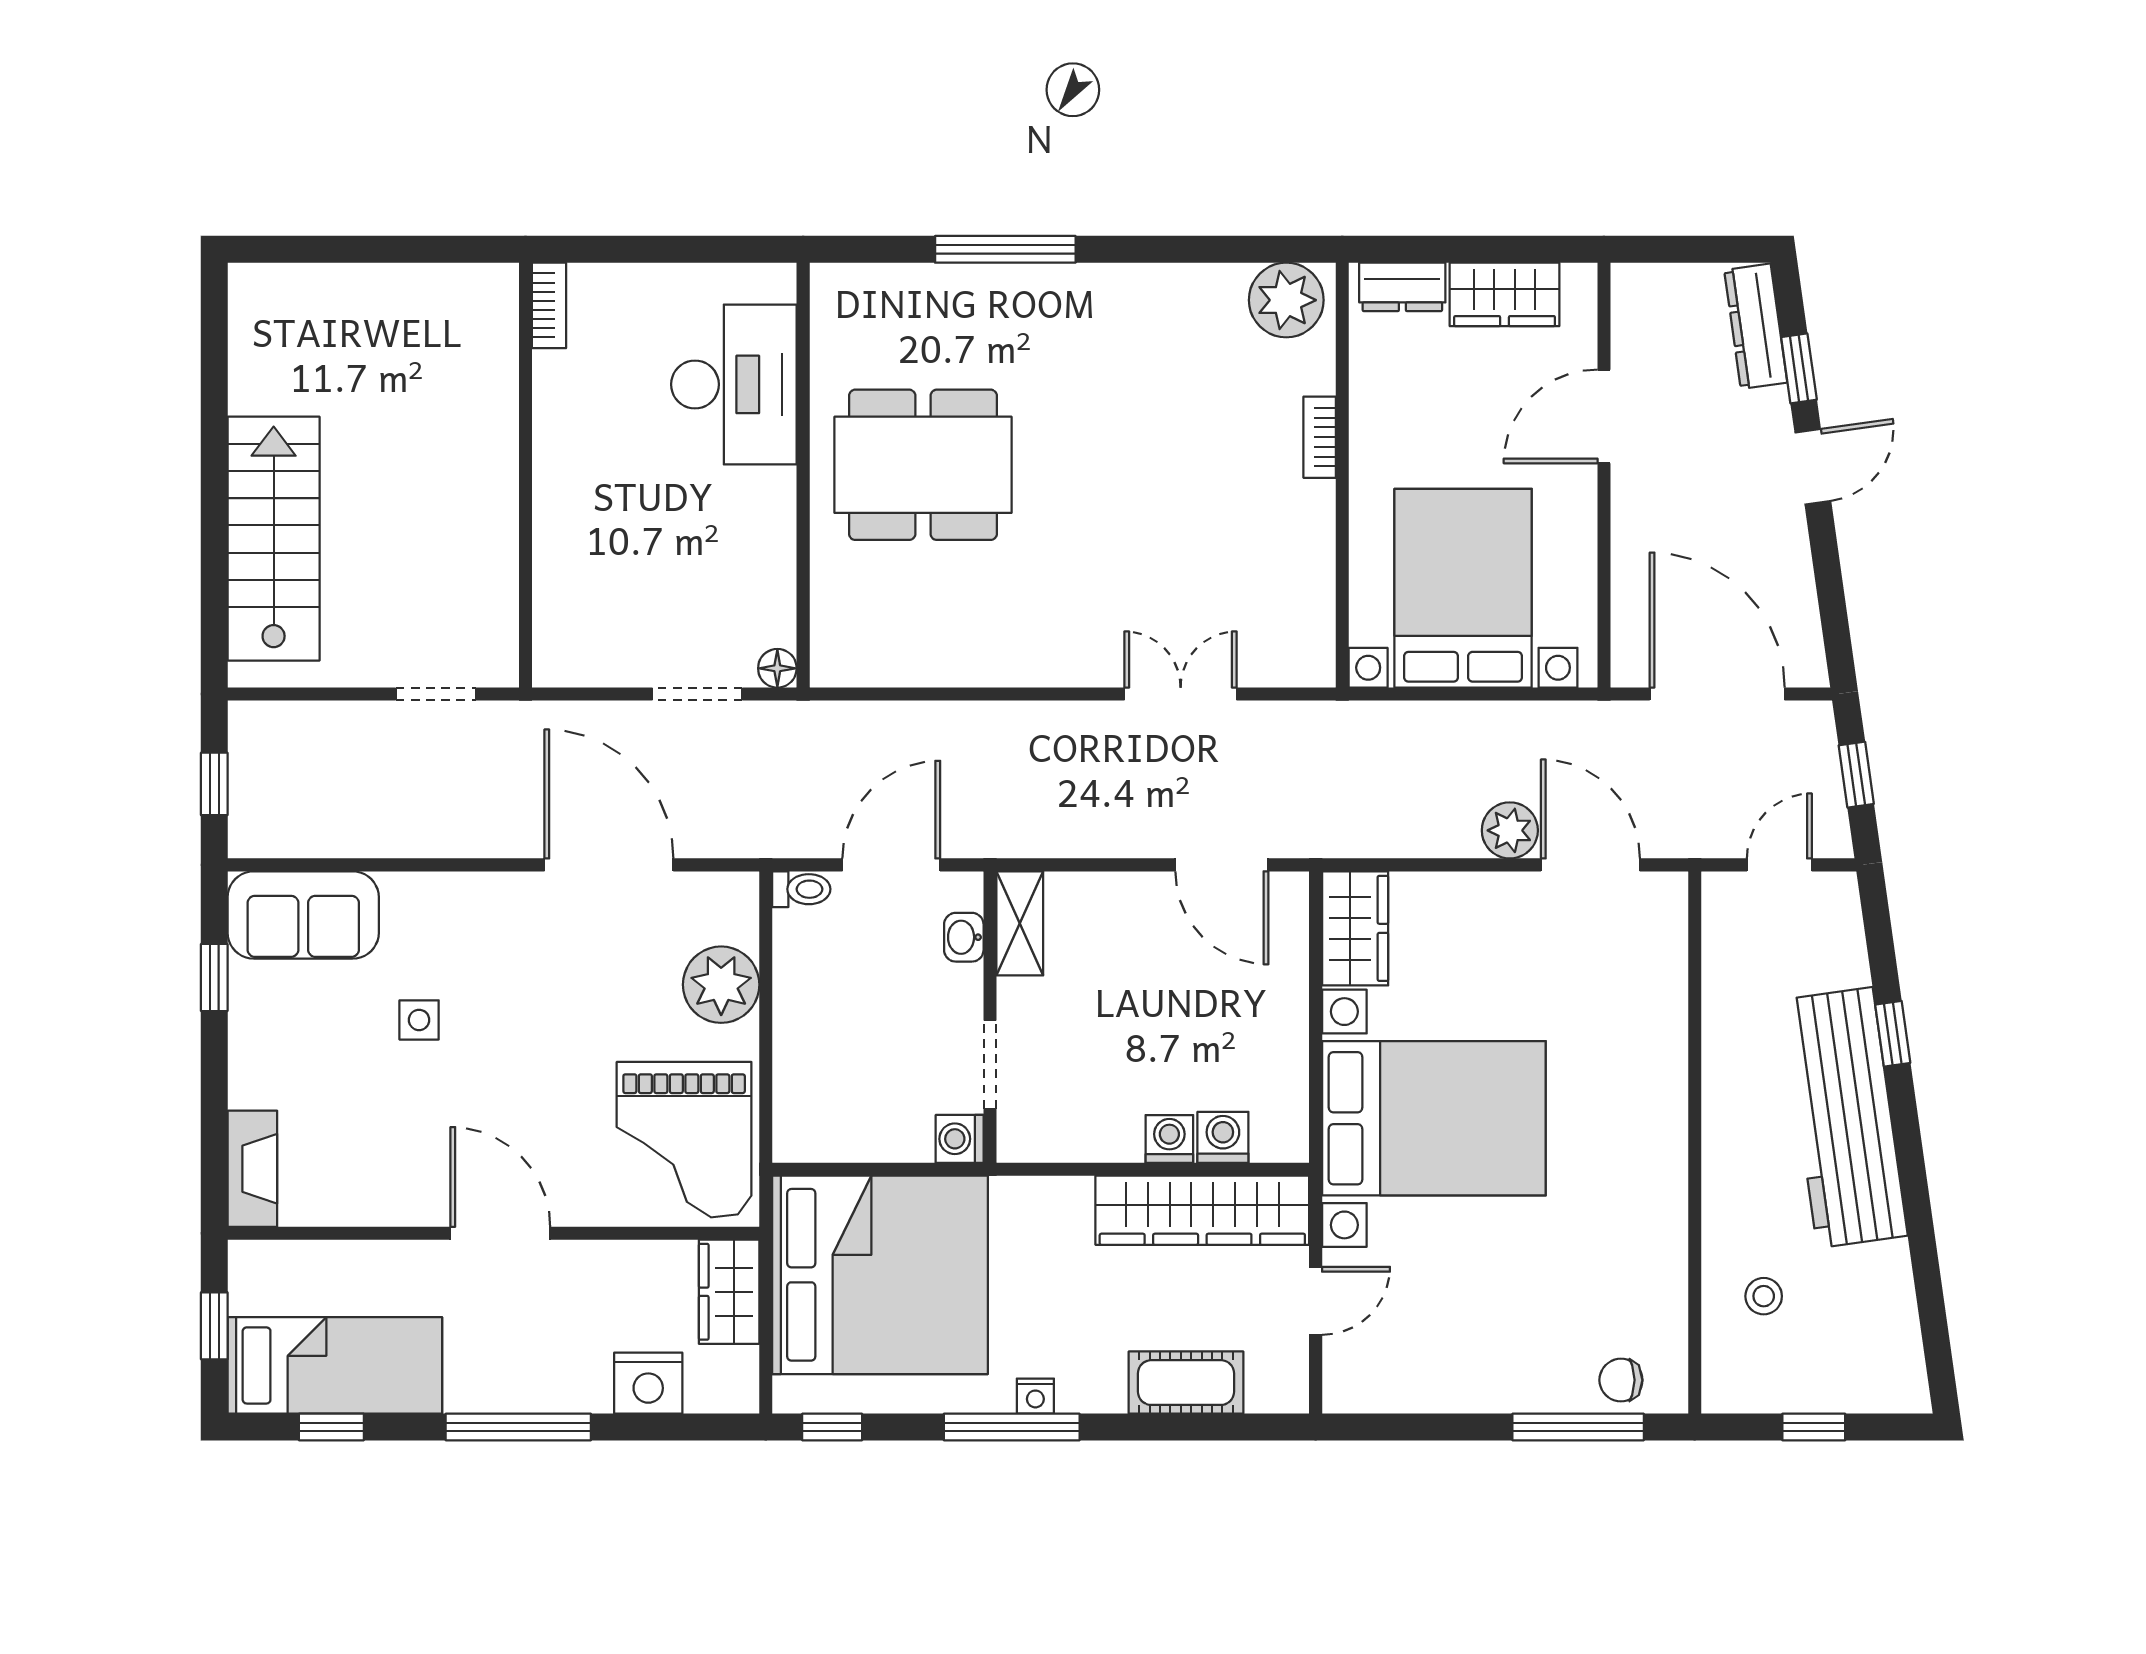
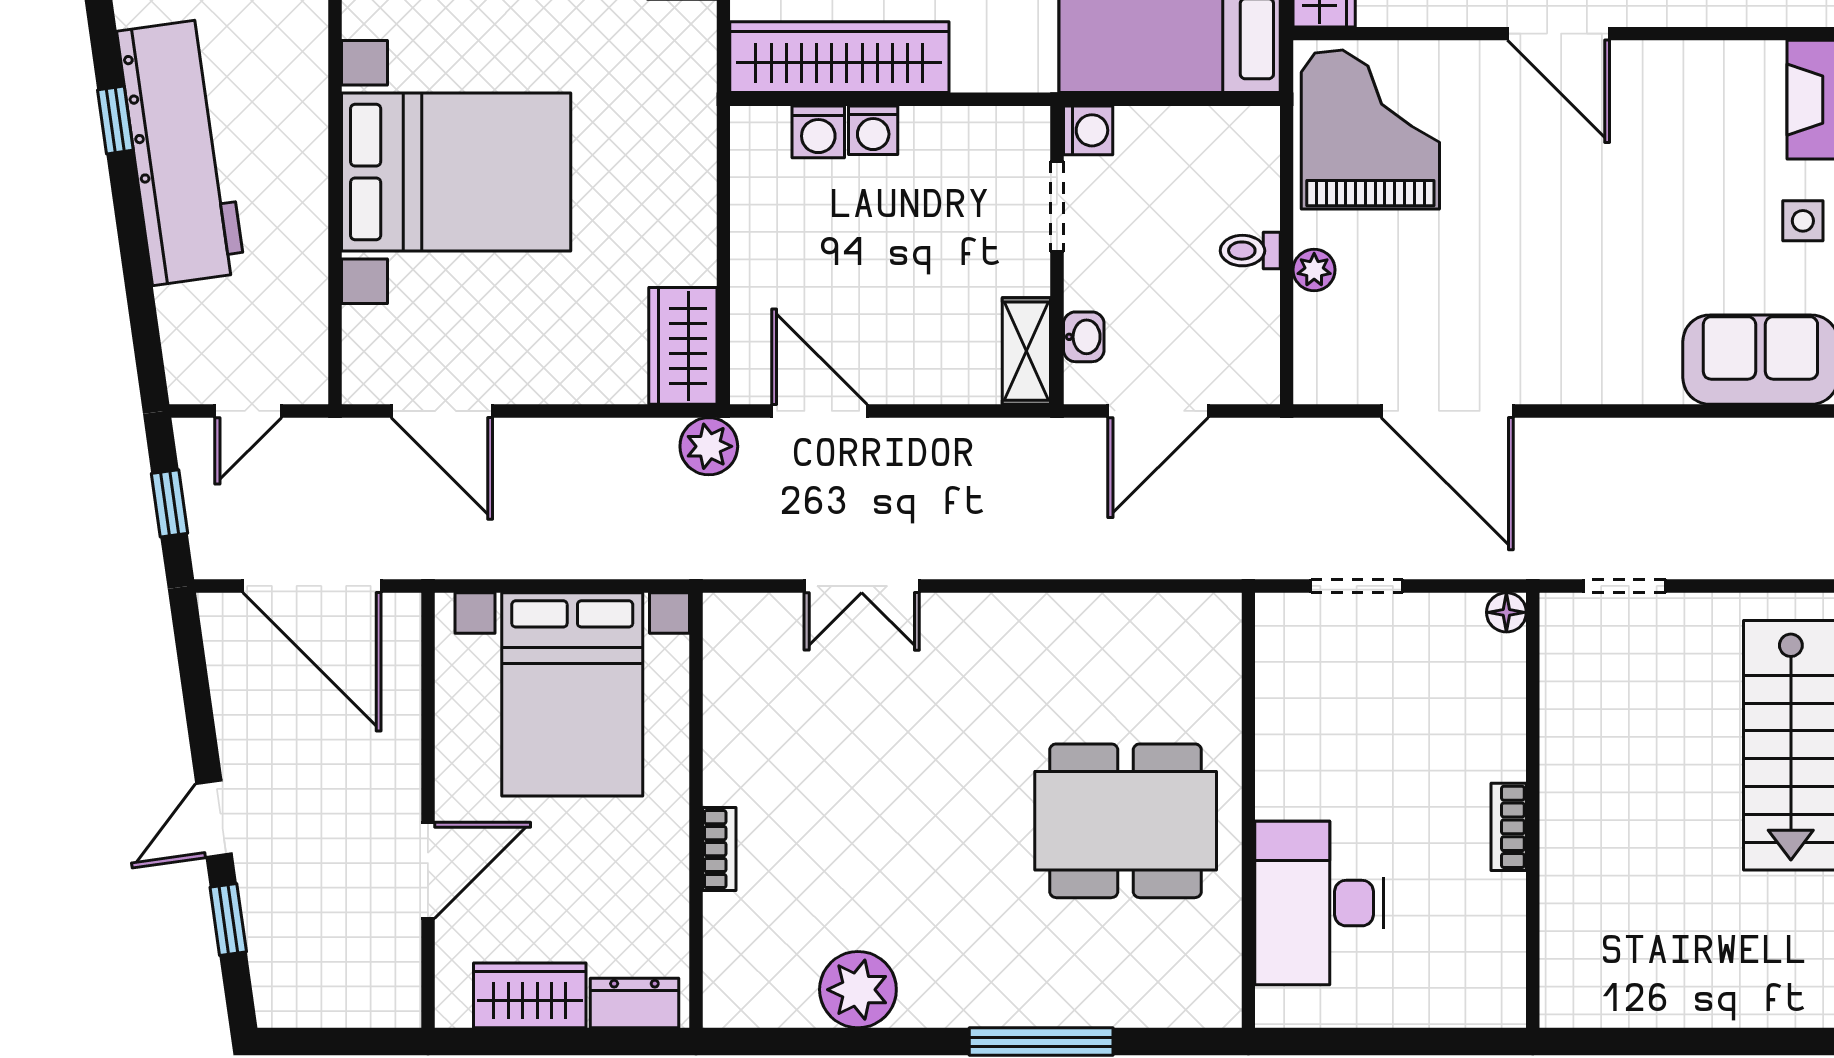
plant: (1286, 300) -> (858, 990), moved
bookcase: (549, 305) -> (1509, 827), moved
dresser: (1756, 326) -> (272, 963), removed
floor lamp: (777, 668) -> (1506, 612), moved
plant: (1510, 830) -> (709, 446), moved
toilet: (801, 889) -> (1250, 251), moved
plant: (721, 985) -> (1314, 270), width x0.53, depth x0.53
side table: (419, 1020) -> (1803, 221), moved
window: (1893, 1034) -> (115, 120), moved
bed with nightstands: (1434, 1118) -> (456, 172), moved, turned 180

